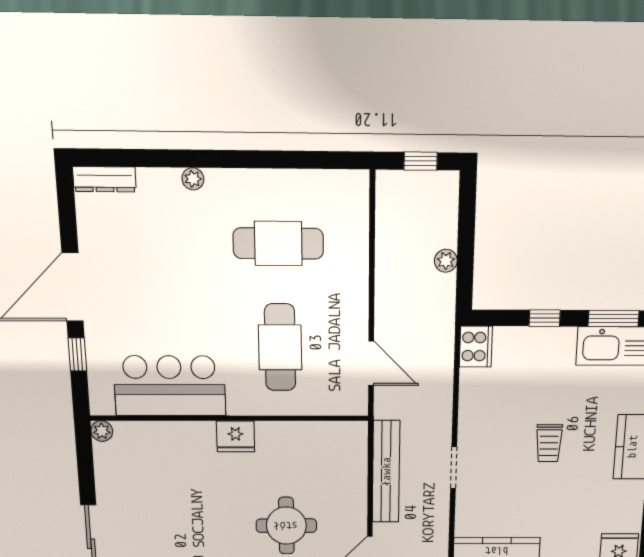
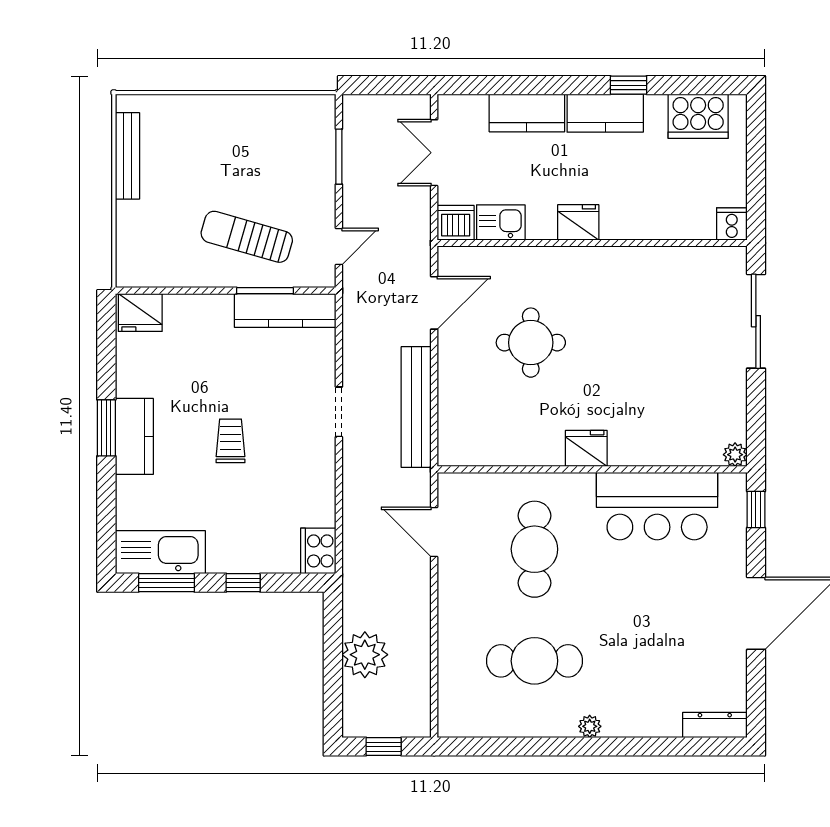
plant: (193, 179) -> (590, 726), moved
plant: (446, 261) -> (365, 655), width x1.88, depth x1.88
window: (77, 354) -> (756, 509), moved

